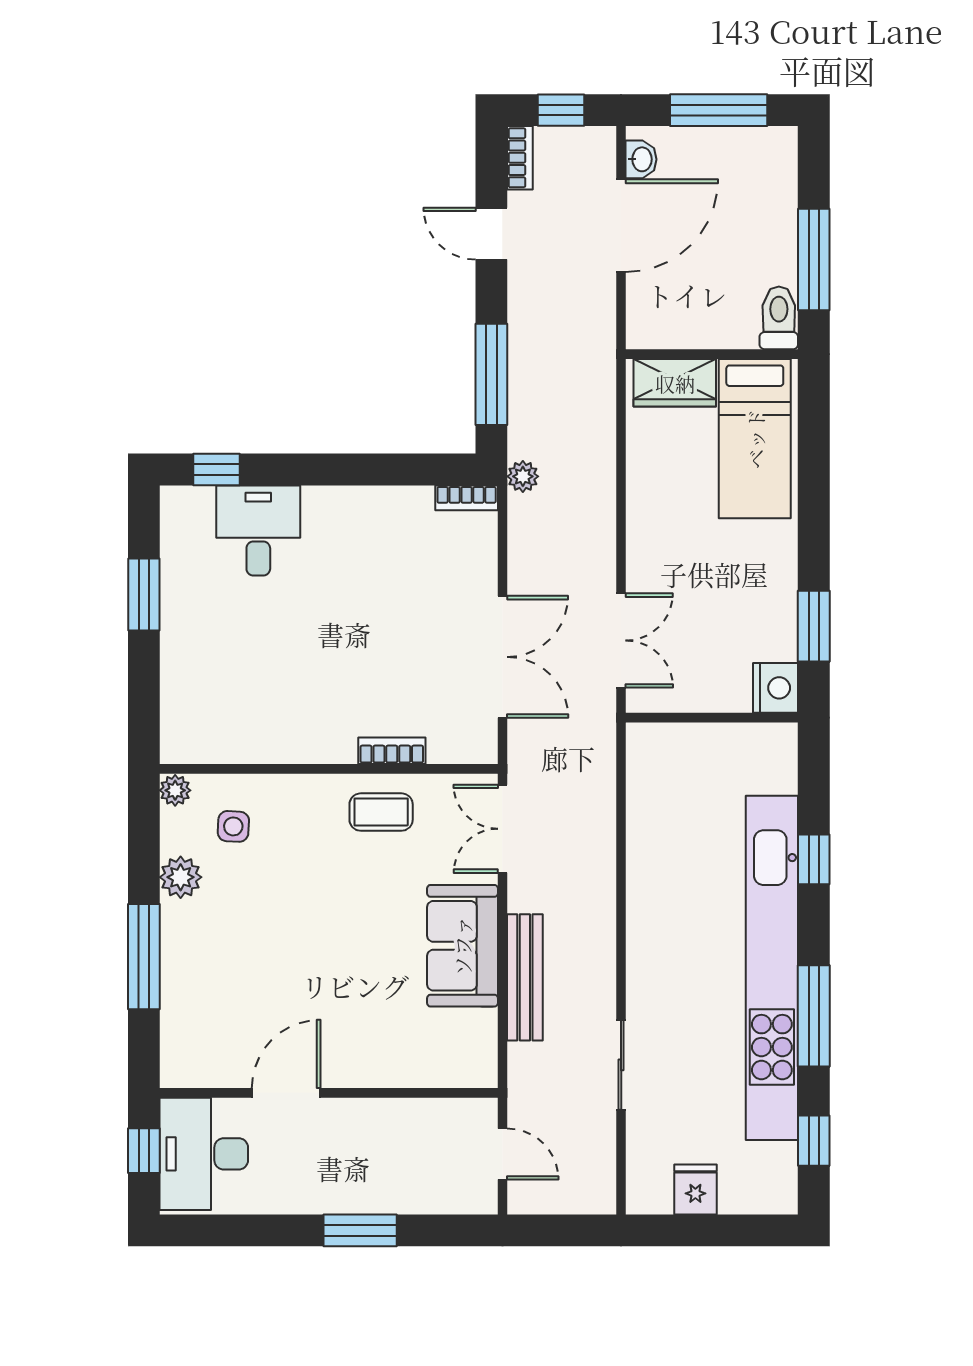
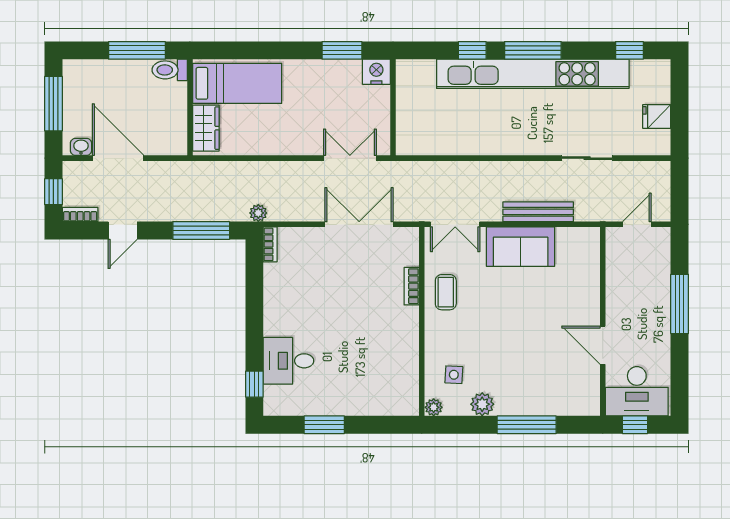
window: (814, 1016) -> (533, 50), moved
window: (360, 1230) -> (680, 304), width x1.44

